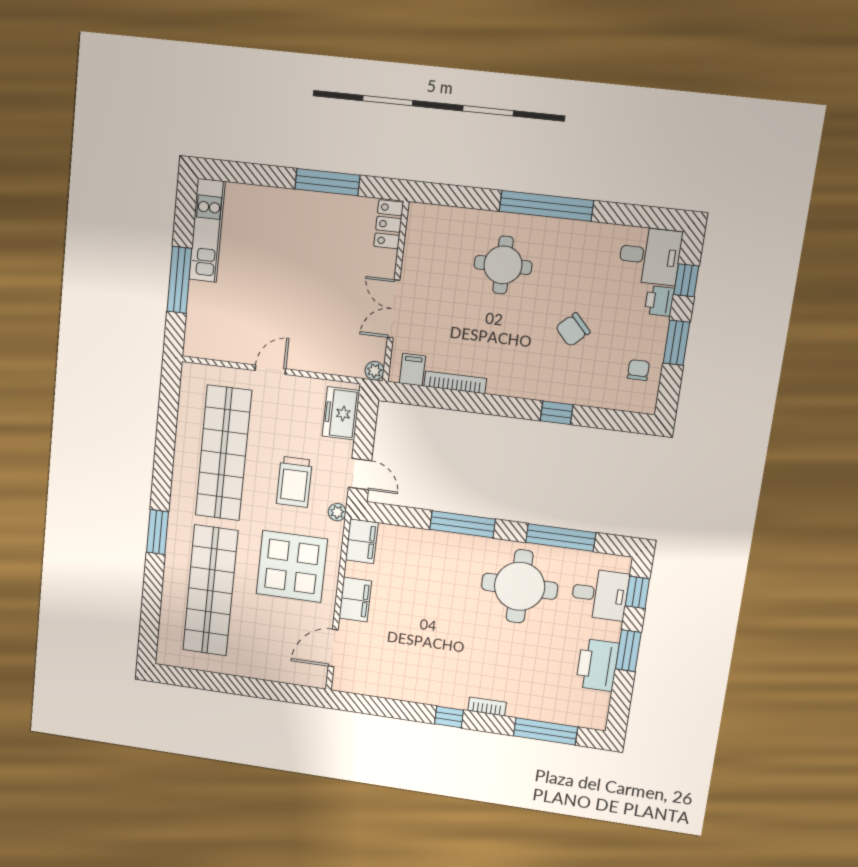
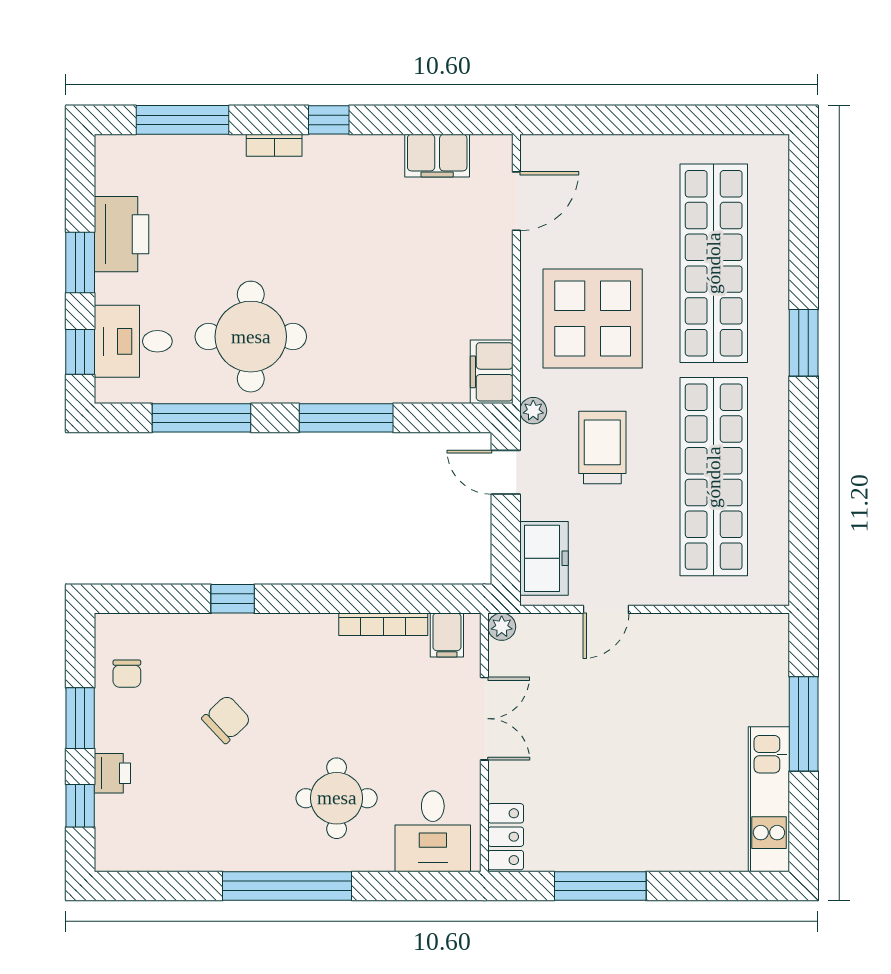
desk: (650, 256) -> (433, 831), moved, turned -90
door: (270, 370) -> (606, 609), moved
filing cabinet: (355, 600) -> (437, 156), moved, turned -90

